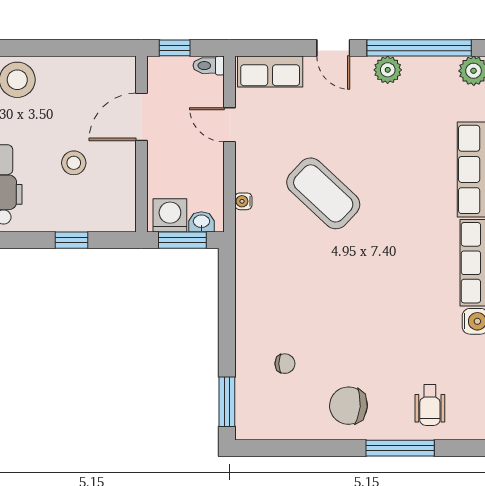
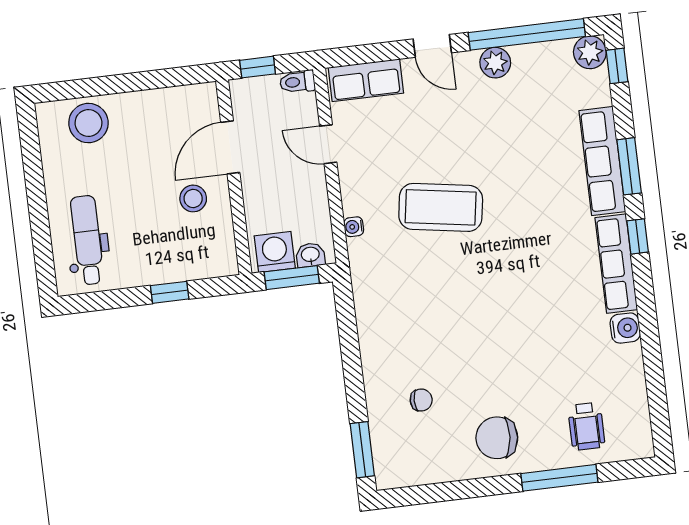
stool: (74, 163) -> (193, 198), moved
coffee table: (323, 193) -> (441, 207), turned -34

